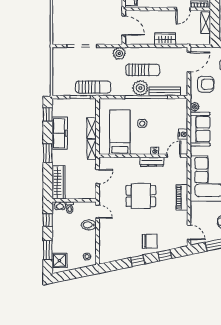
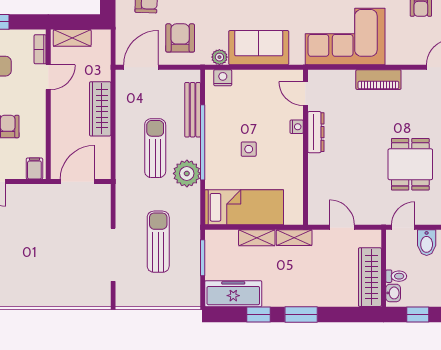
door: (183, 9) -> (48, 77), hinge flipped
wardrobe: (165, 39) -> (100, 109), width x1.50
plant: (119, 53) -> (126, 189), removed
door: (189, 62) -> (141, 67), hinge flipped
sun lounger: (93, 87) -> (158, 242), moved
plant: (140, 88) -> (187, 173), moved
window: (48, 114) -> (259, 315), moved
bed: (120, 132) -> (244, 207), moved, turned 180
freezer: (60, 133) -> (233, 294), moved
nightstand: (183, 134) -> (223, 78), moved
wardrobe: (59, 182) -> (370, 277), moved, turned -90
dining table: (141, 196) -> (410, 164), moved

